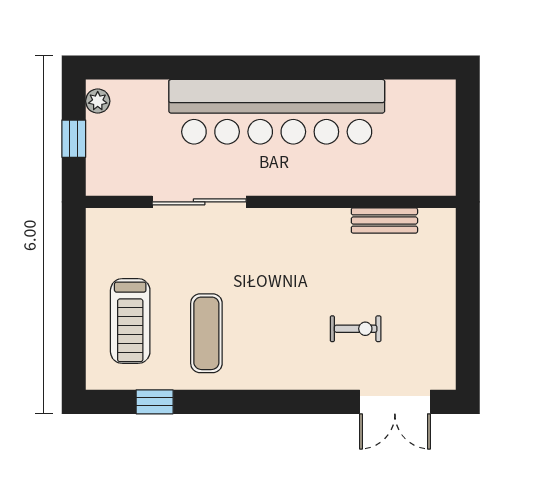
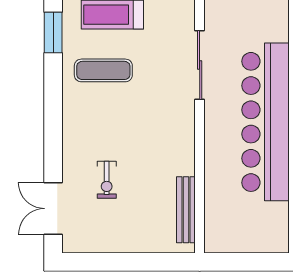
bench: (384, 220) -> (186, 210), width x1.36
window: (155, 402) -> (53, 32), width x1.50

